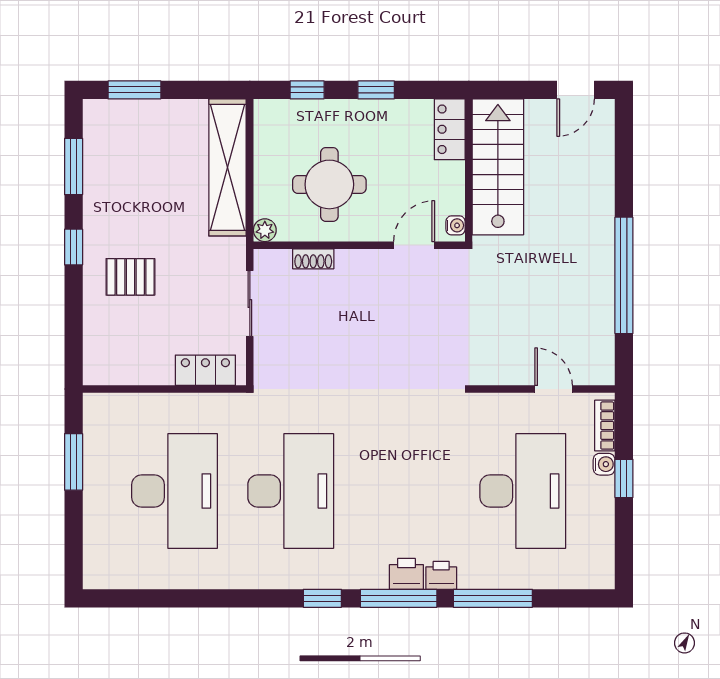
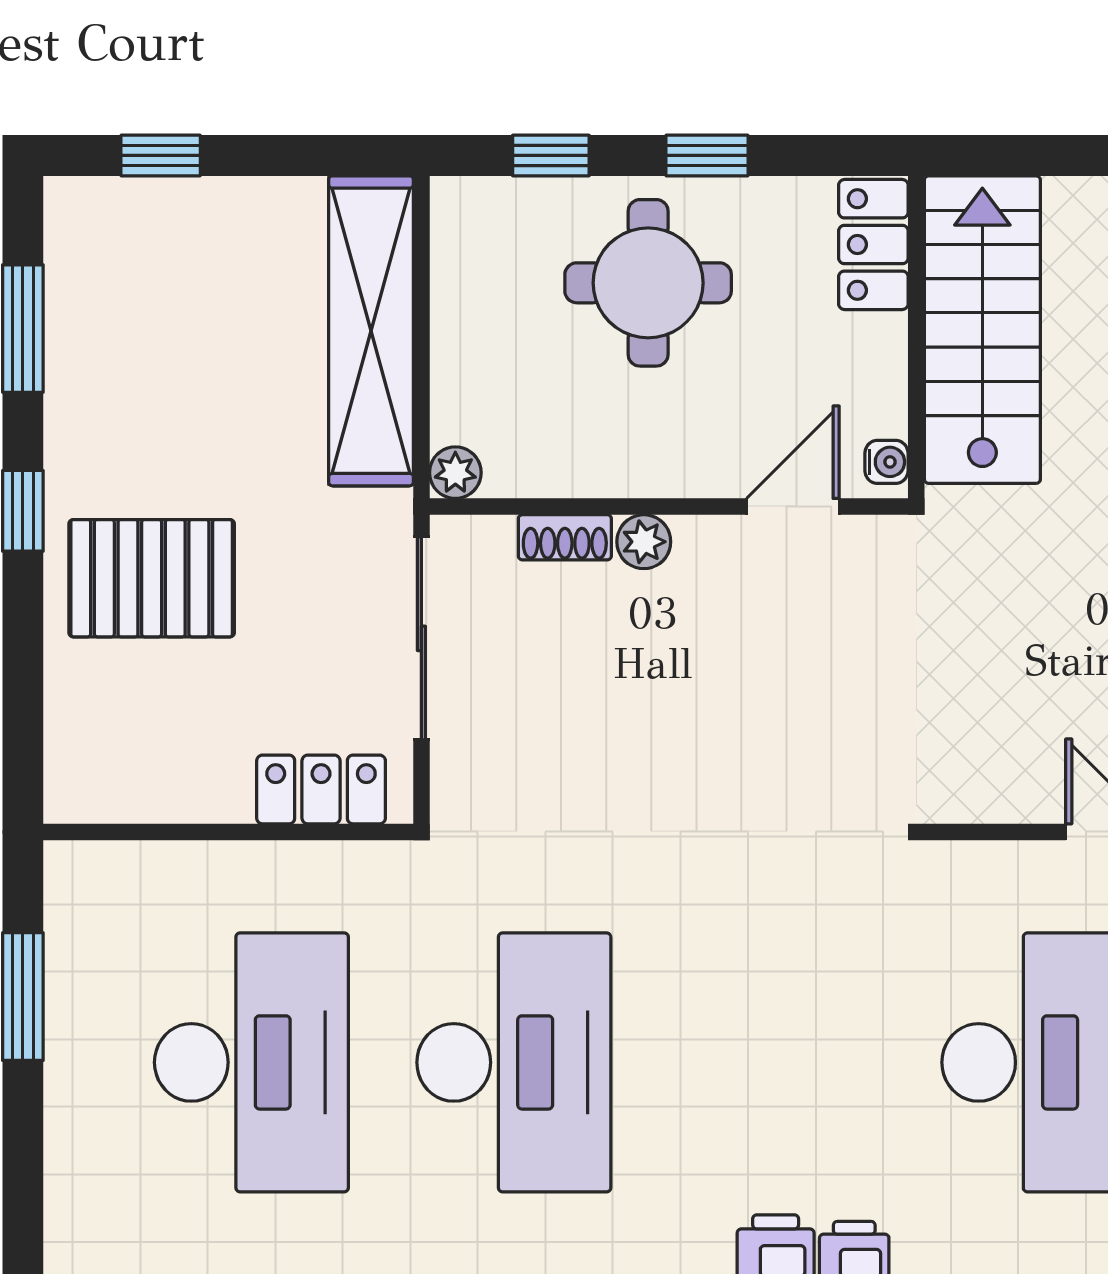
window: (134, 90) -> (161, 155), width x0.67
round table: (329, 184) -> (648, 283), moved
plant: (348, 261) -> (644, 542), added
pallet: (130, 277) -> (152, 578), width x1.50, depth x1.42
sliding door: (250, 303) -> (421, 638), width x1.37

